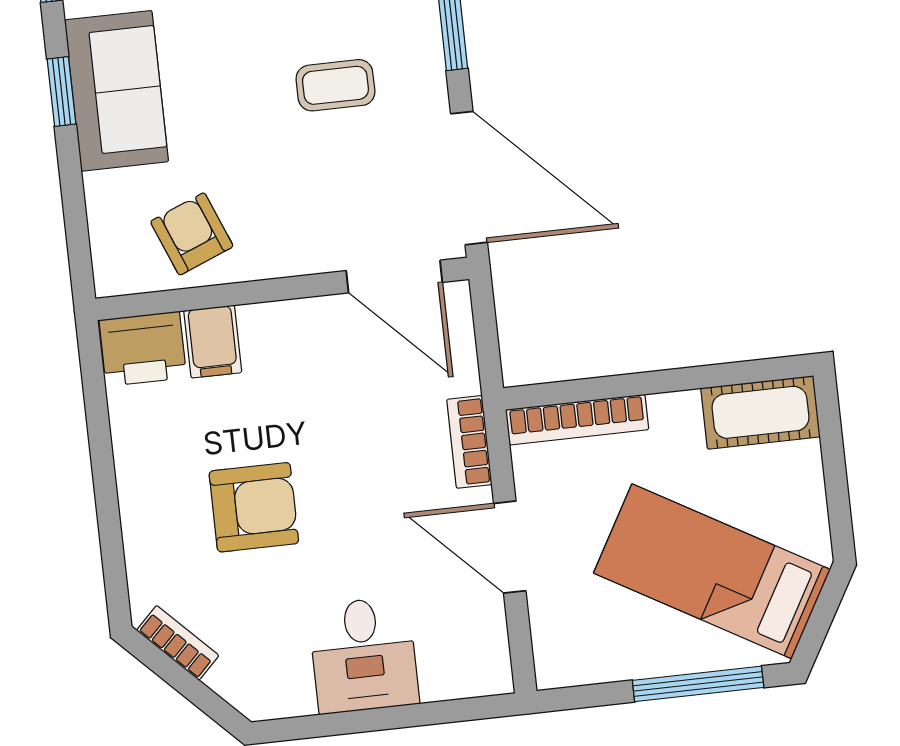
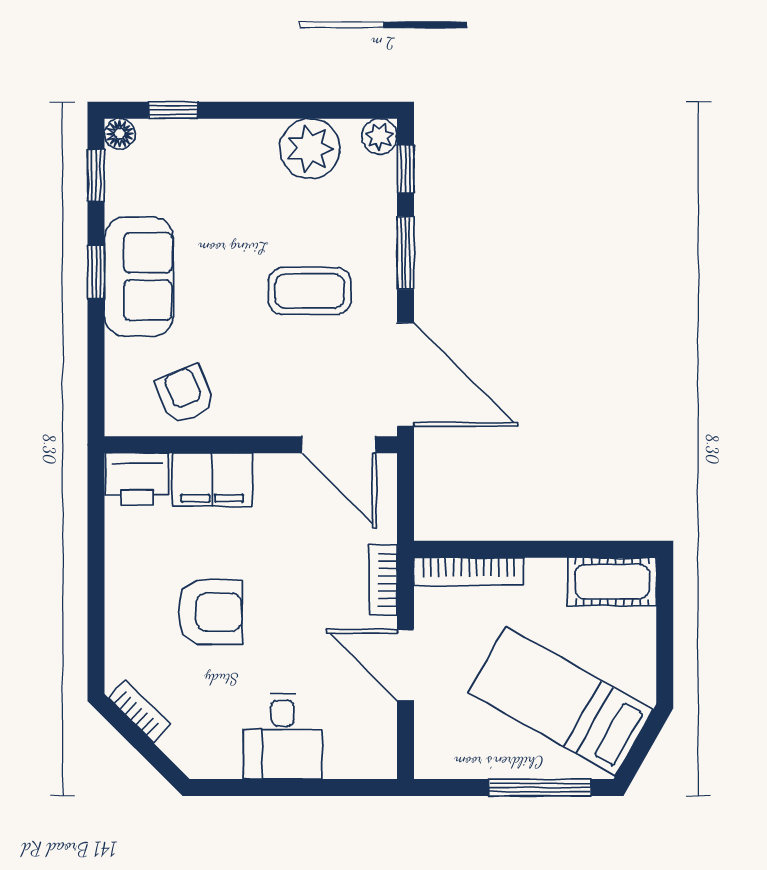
coffee table: (335, 85) -> (310, 291), width x1.36, depth x1.30
filing cabinet: (213, 342) -> (212, 480), width x2.00

